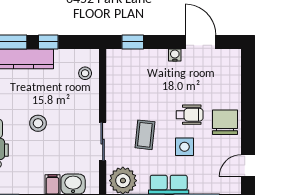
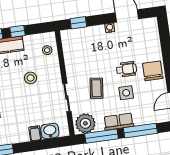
stool: (38, 123) -> (31, 78), moved

